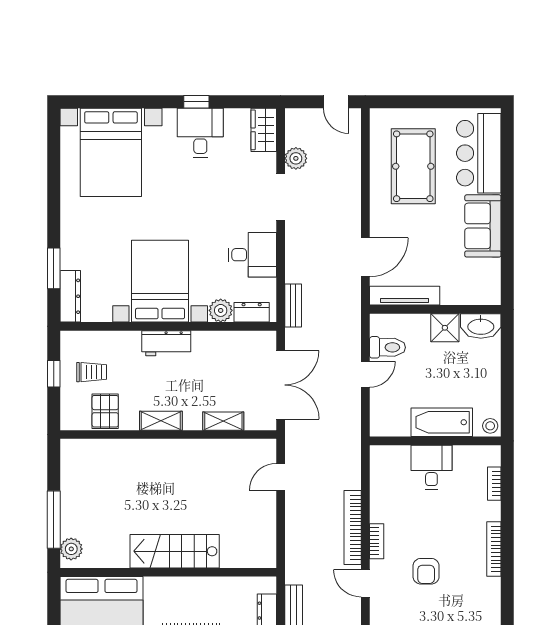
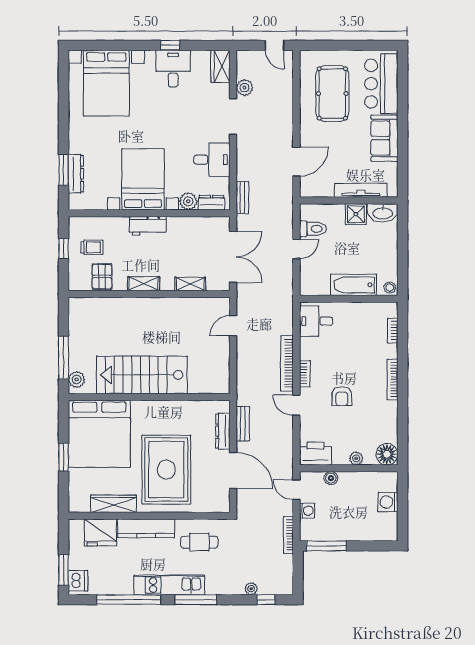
dresser: (70, 296) -> (76, 174), moved
tv unit: (405, 296) -> (361, 190), moved
desk: (431, 467) -> (316, 321), moved, turned -90
stairs: (175, 551) -> (142, 375), width x1.36, depth x1.51

